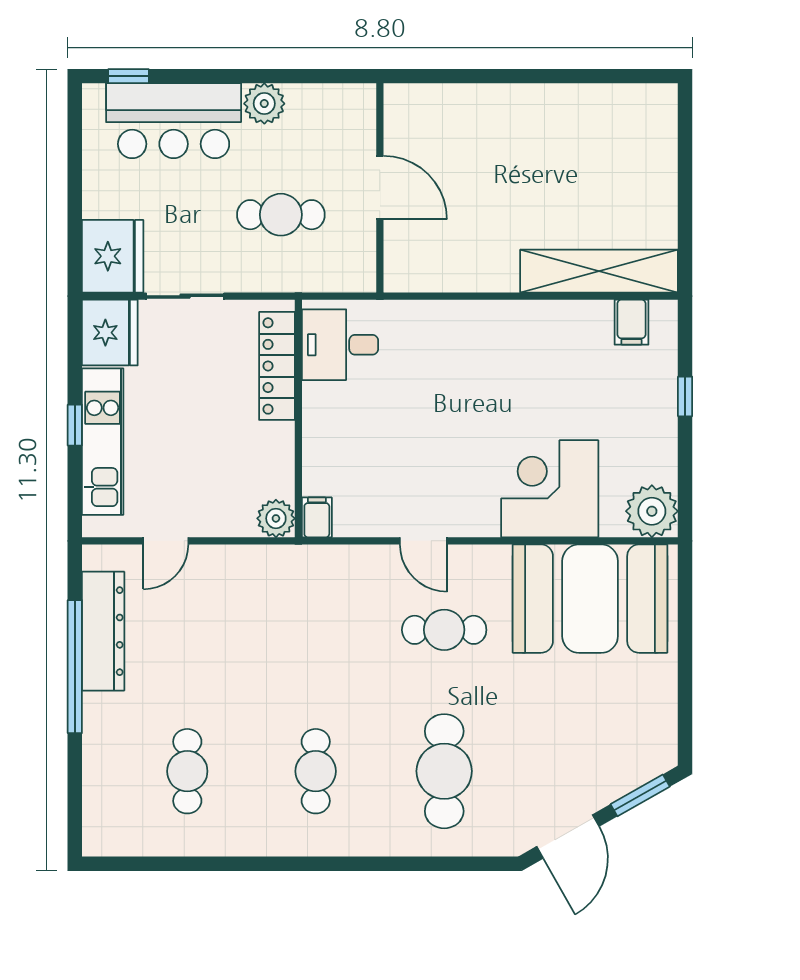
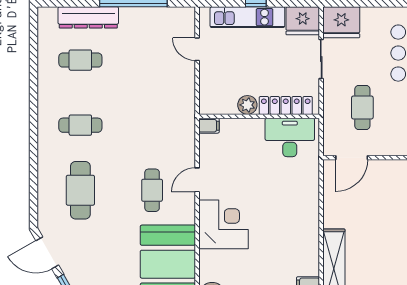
door: (380, 188) -> (352, 158), moved
desk: (340, 345) -> (290, 137), width x1.37
corner desk: (550, 489) -> (224, 224), moved
plant: (276, 518) -> (247, 105), moved
dresser: (103, 631) -> (88, 17), moved
cafe table: (444, 771) -> (80, 190), turned 90

